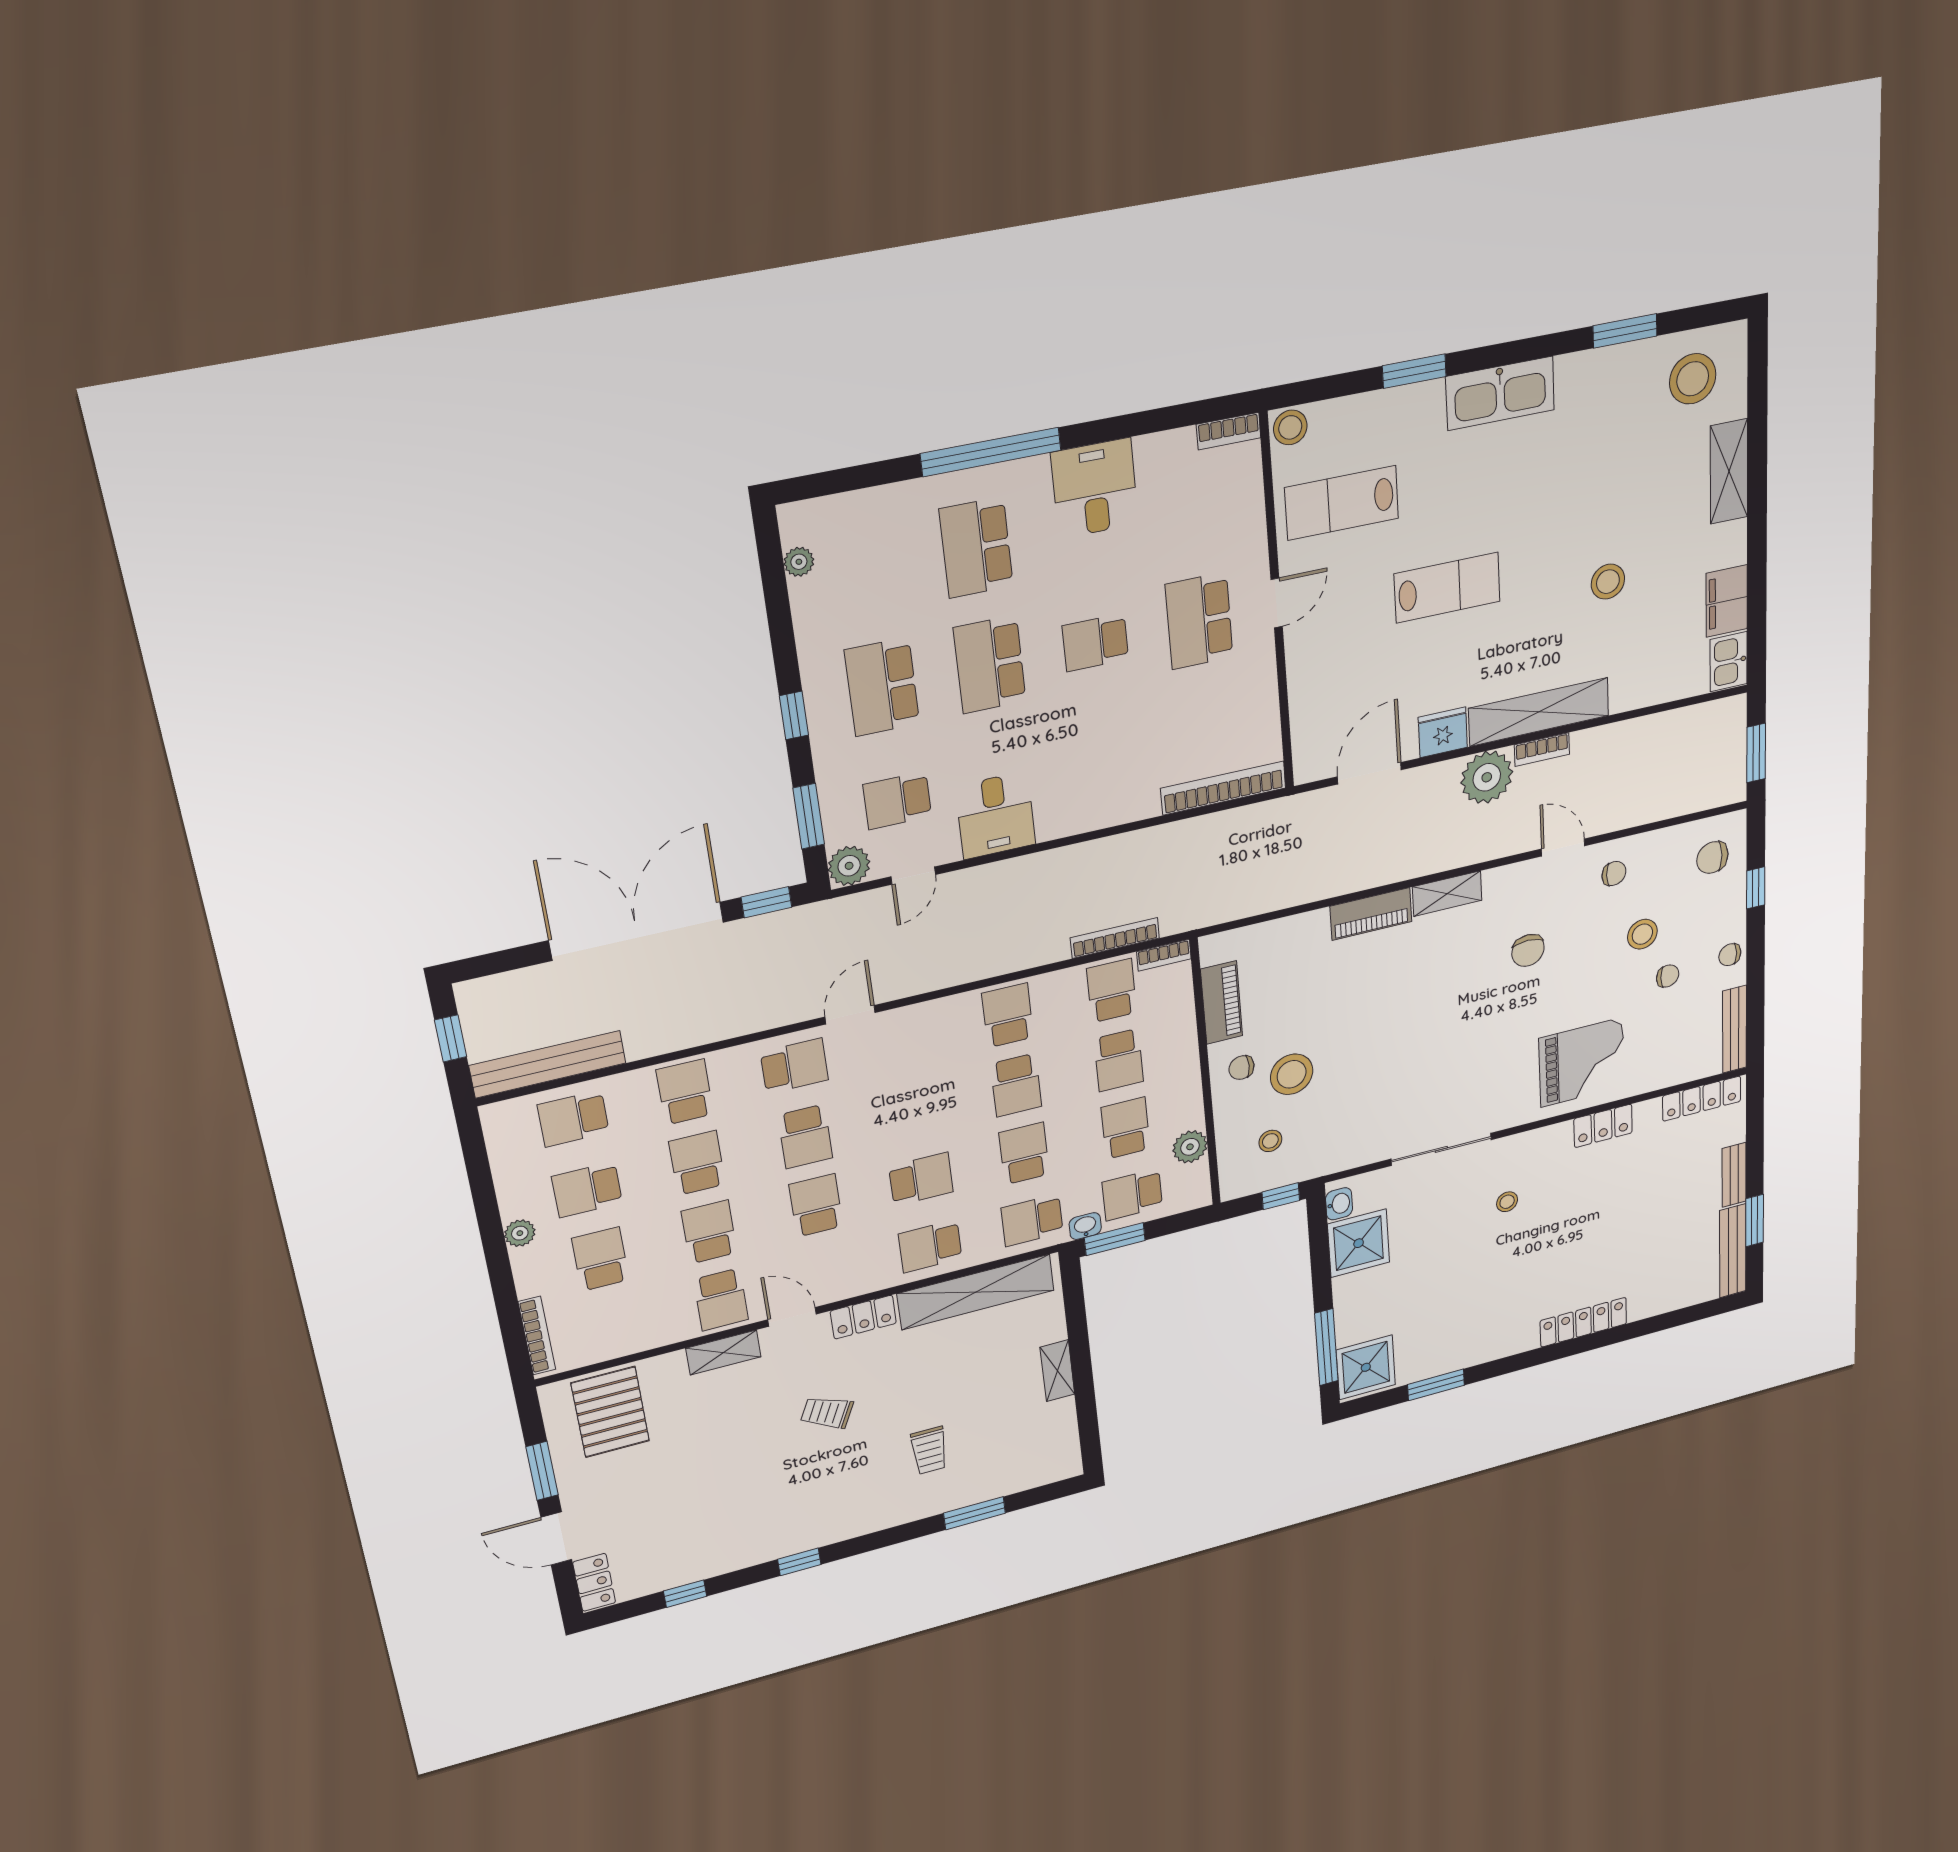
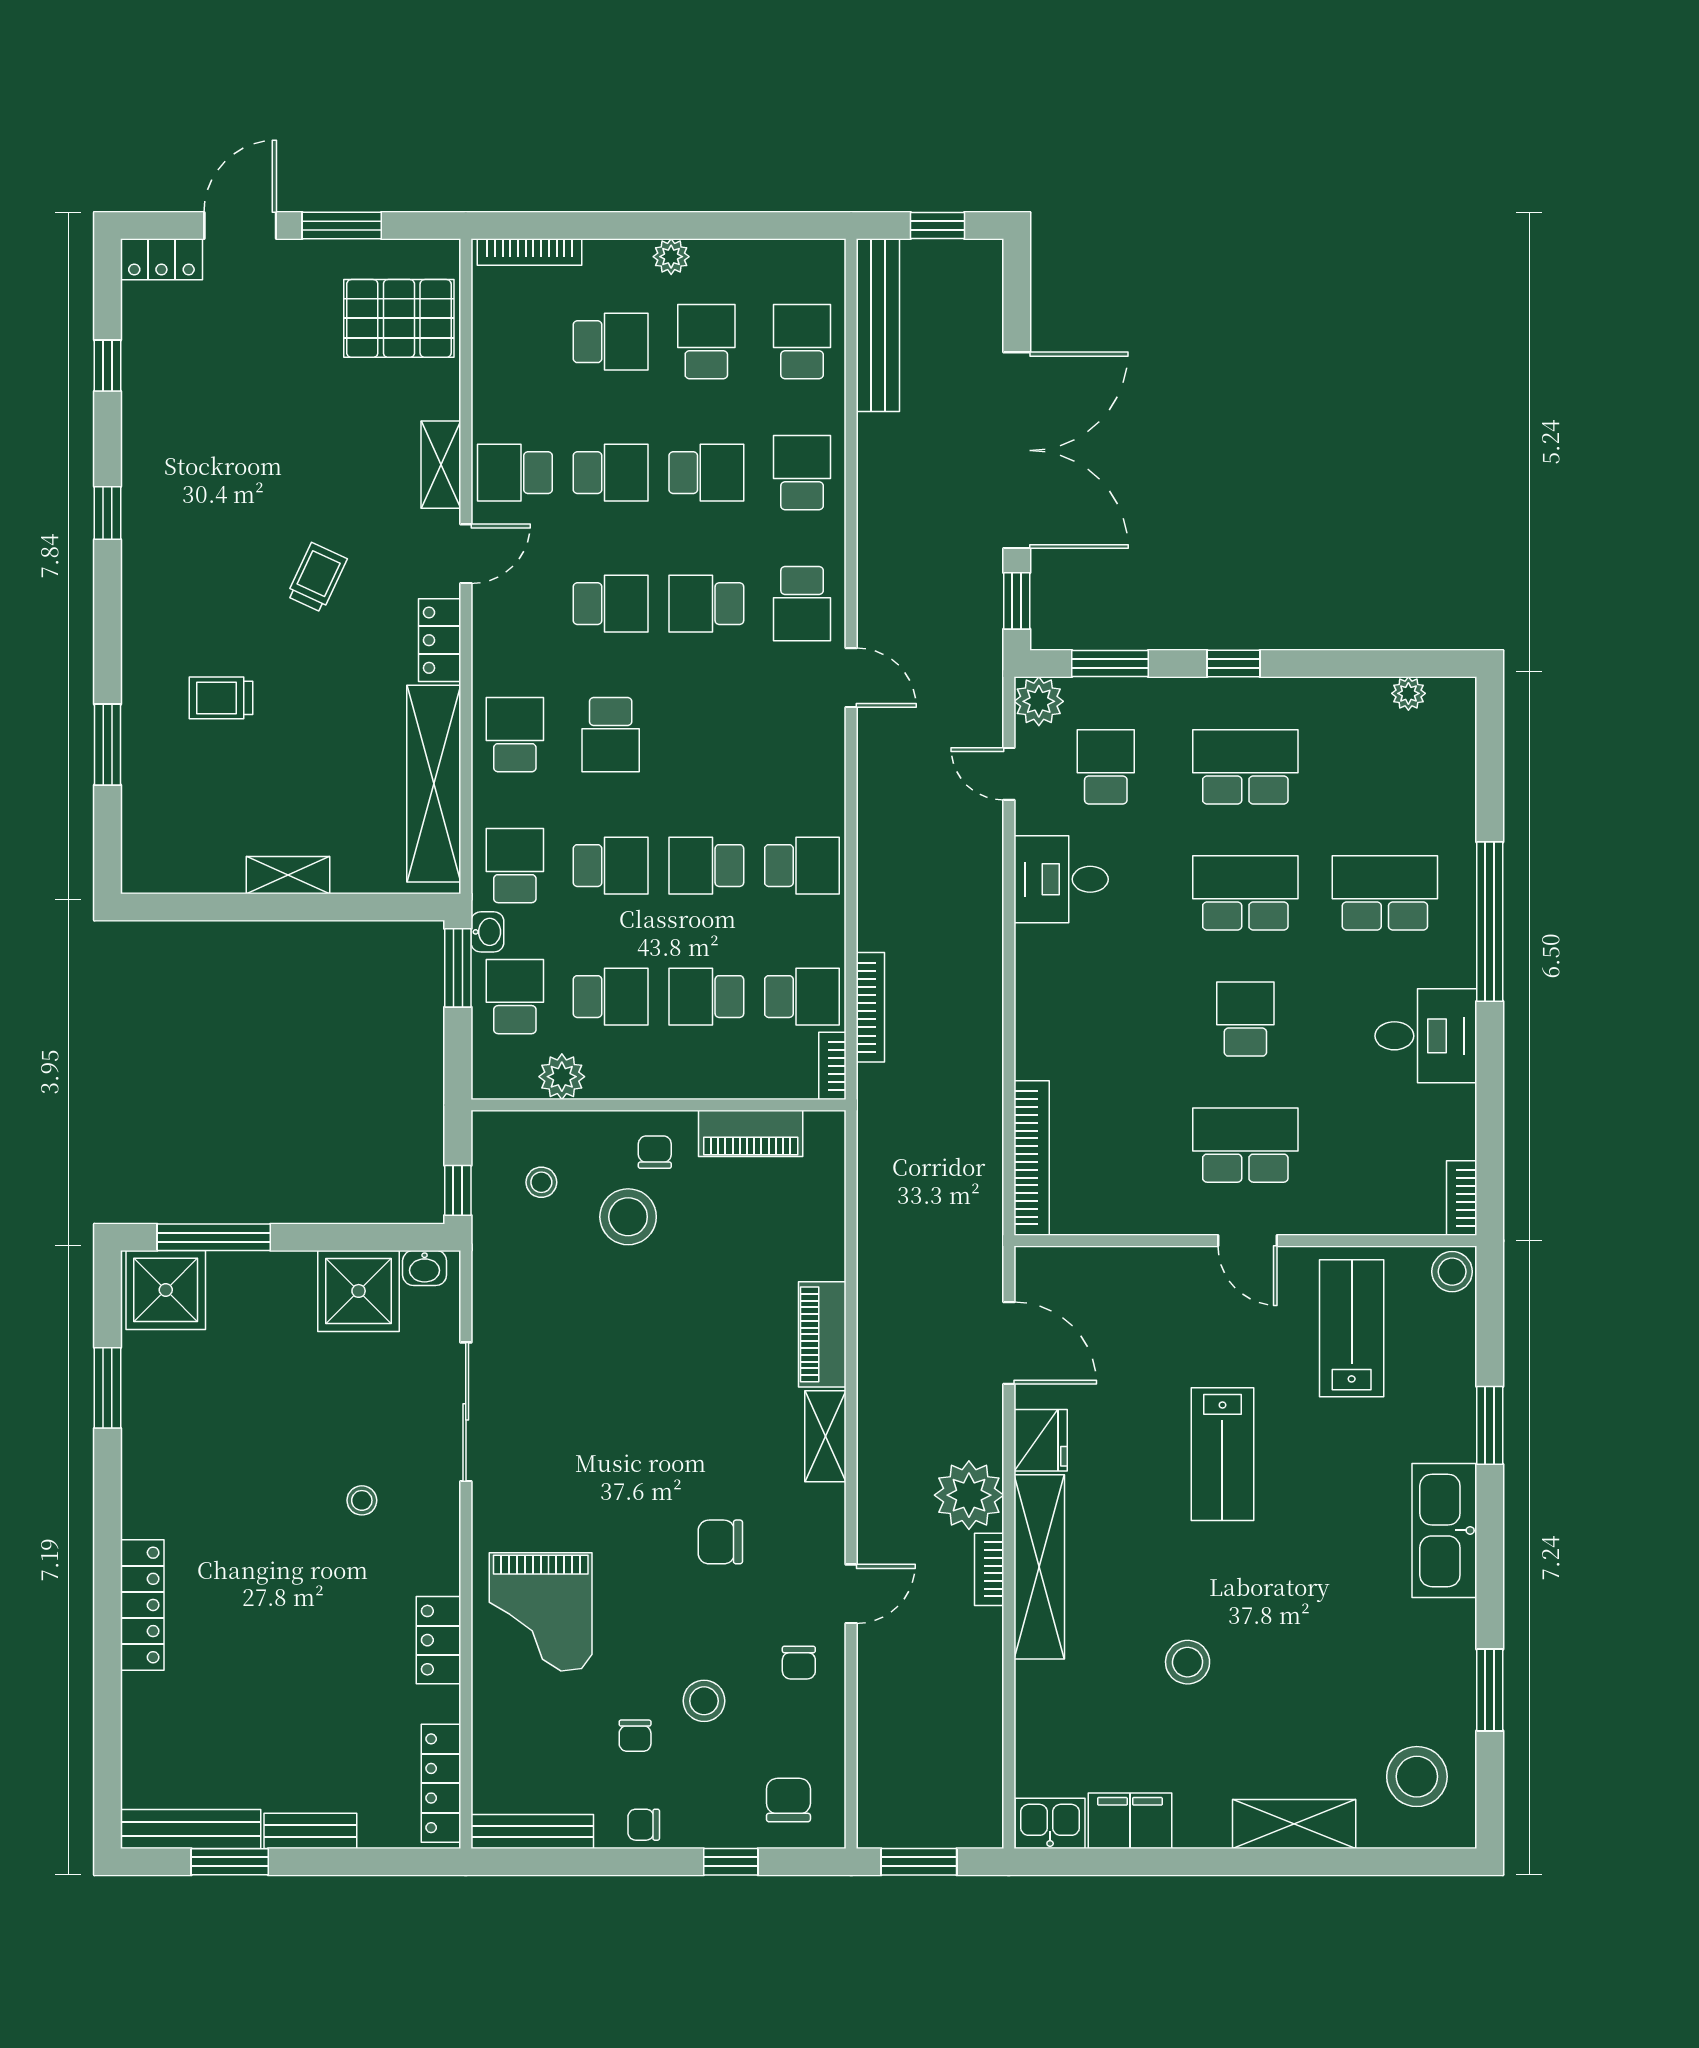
chair: (1730, 955) -> (644, 1825), turned -90
school desk: (685, 1092) -> (802, 473), turned -90

